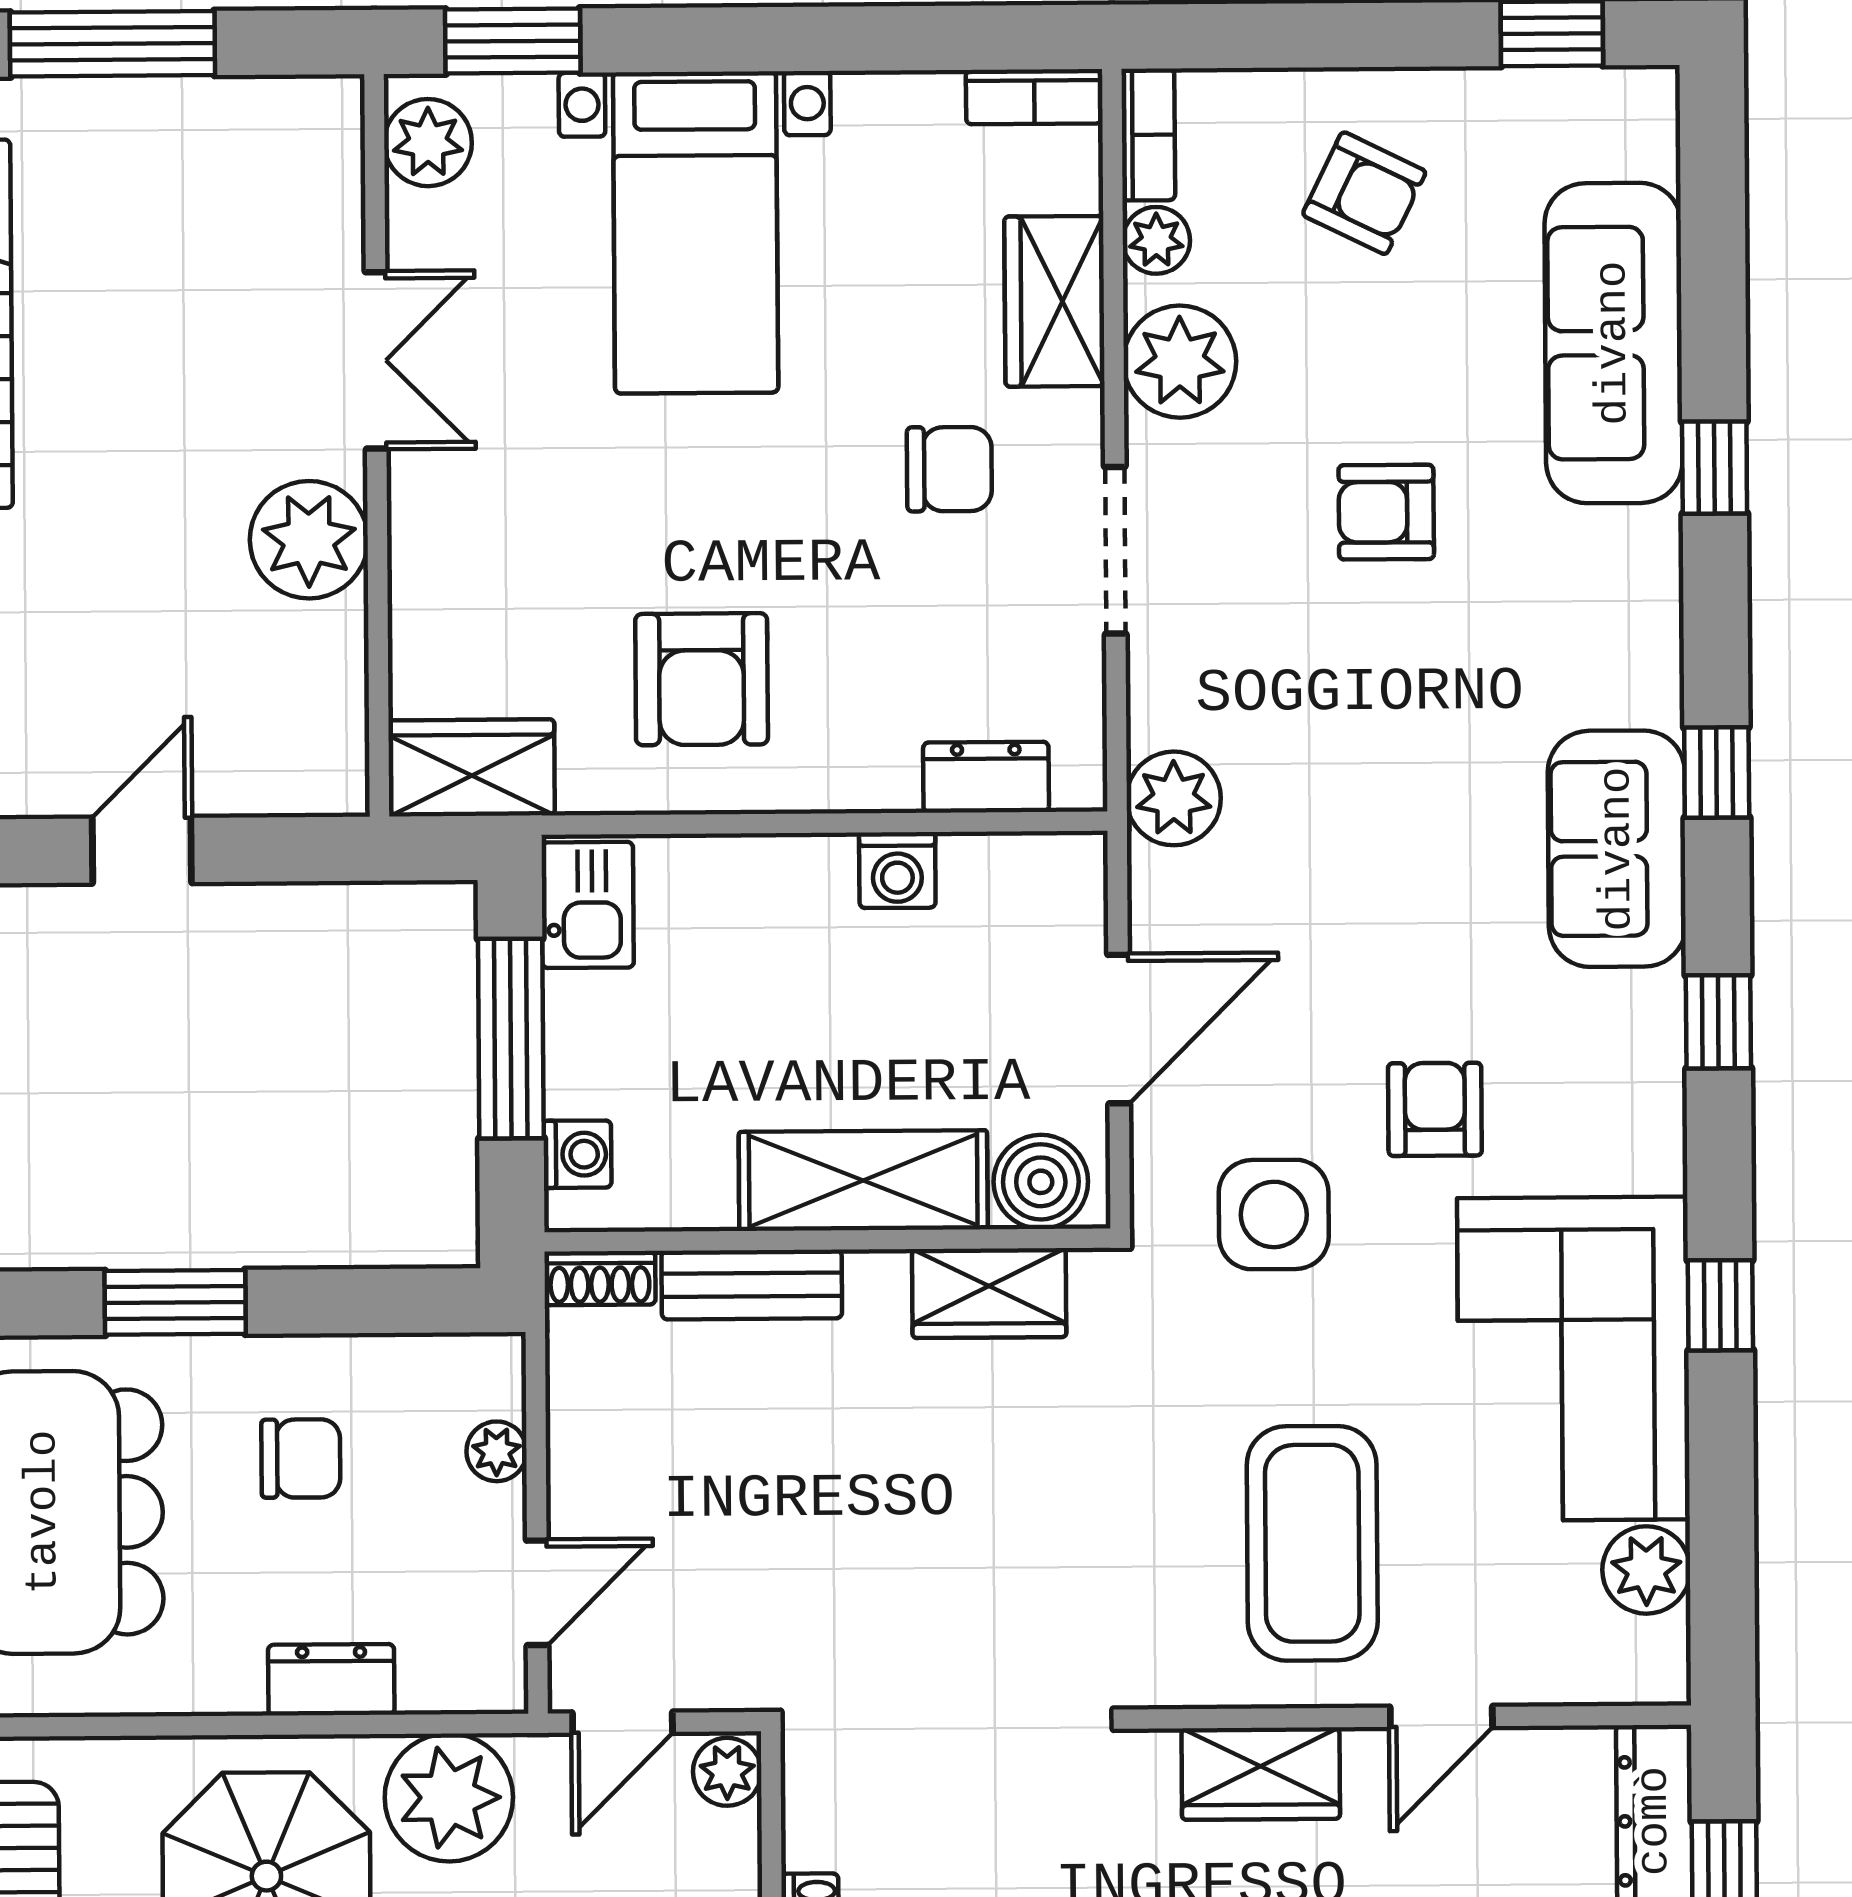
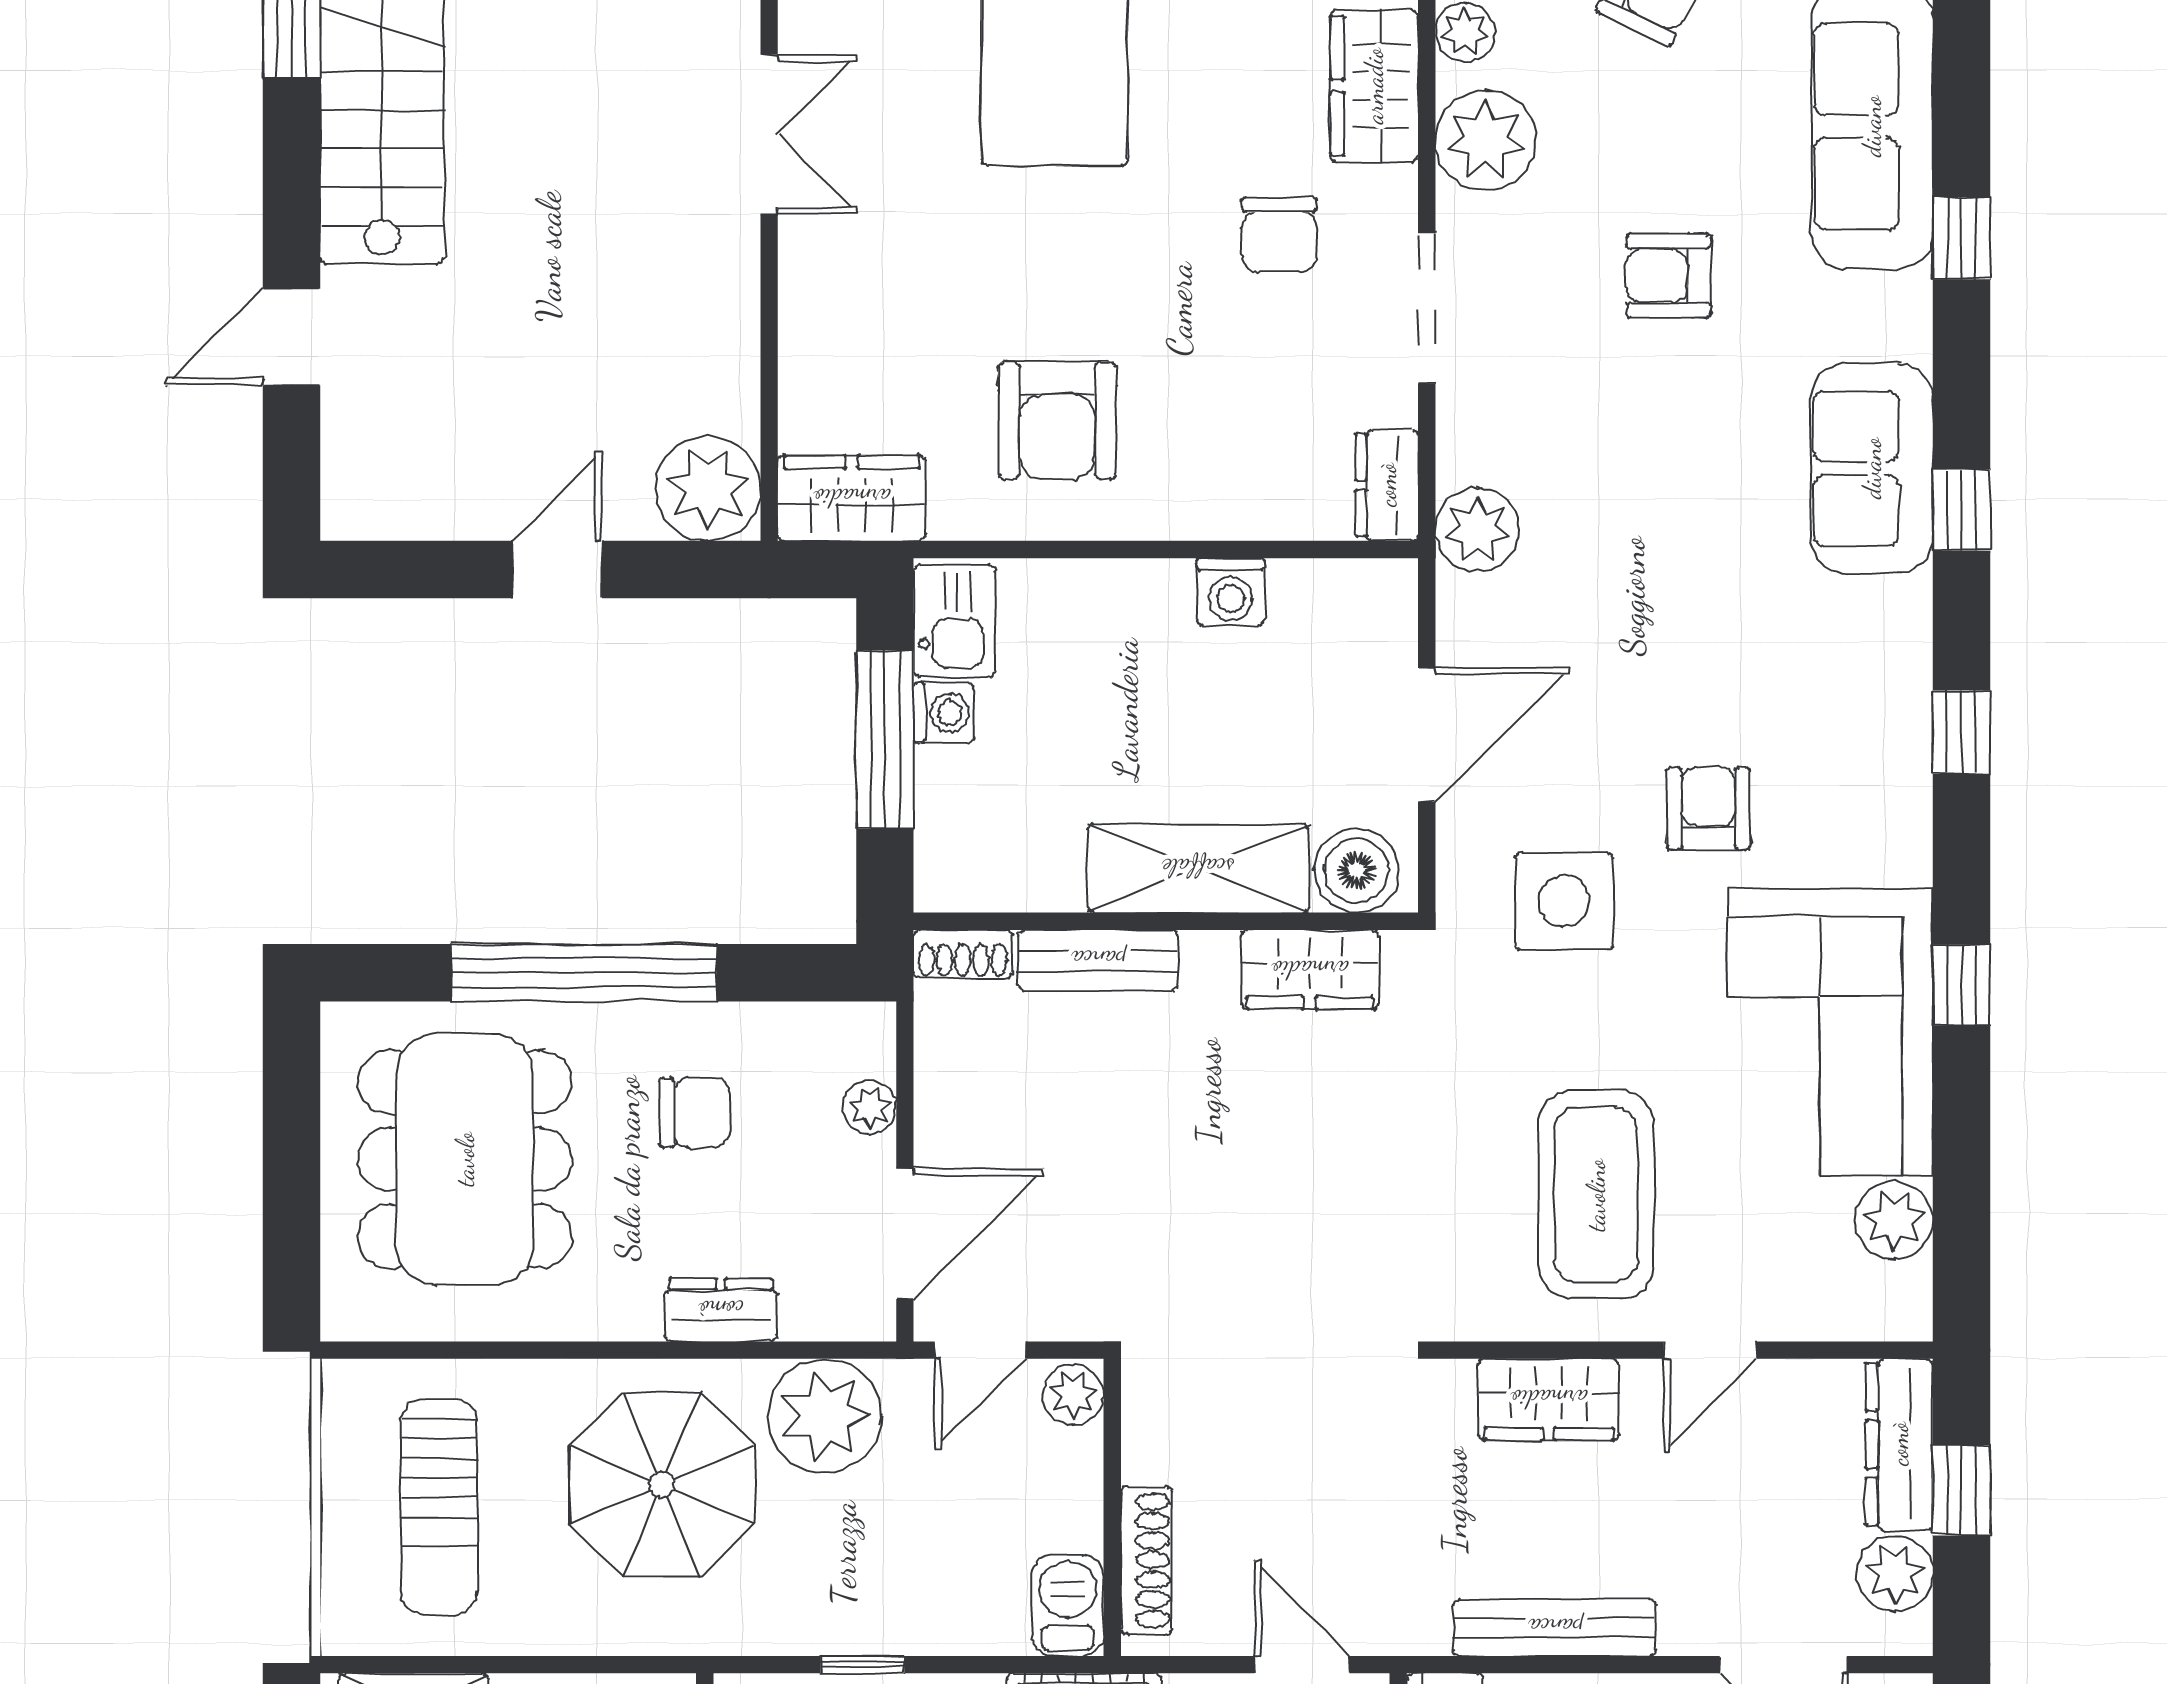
chair: (949, 469) -> (1279, 235), turned 90
plant: (309, 540) -> (708, 488), moved
dresser: (986, 777) -> (1387, 485), moved, turned -90
sofa: (1617, 849) -> (1872, 468), moved
washing machine: (577, 1154) -> (944, 713), moved
window: (175, 1302) -> (584, 973), width x2.11
door: (537, 1593) -> (905, 1234), width x1.38

